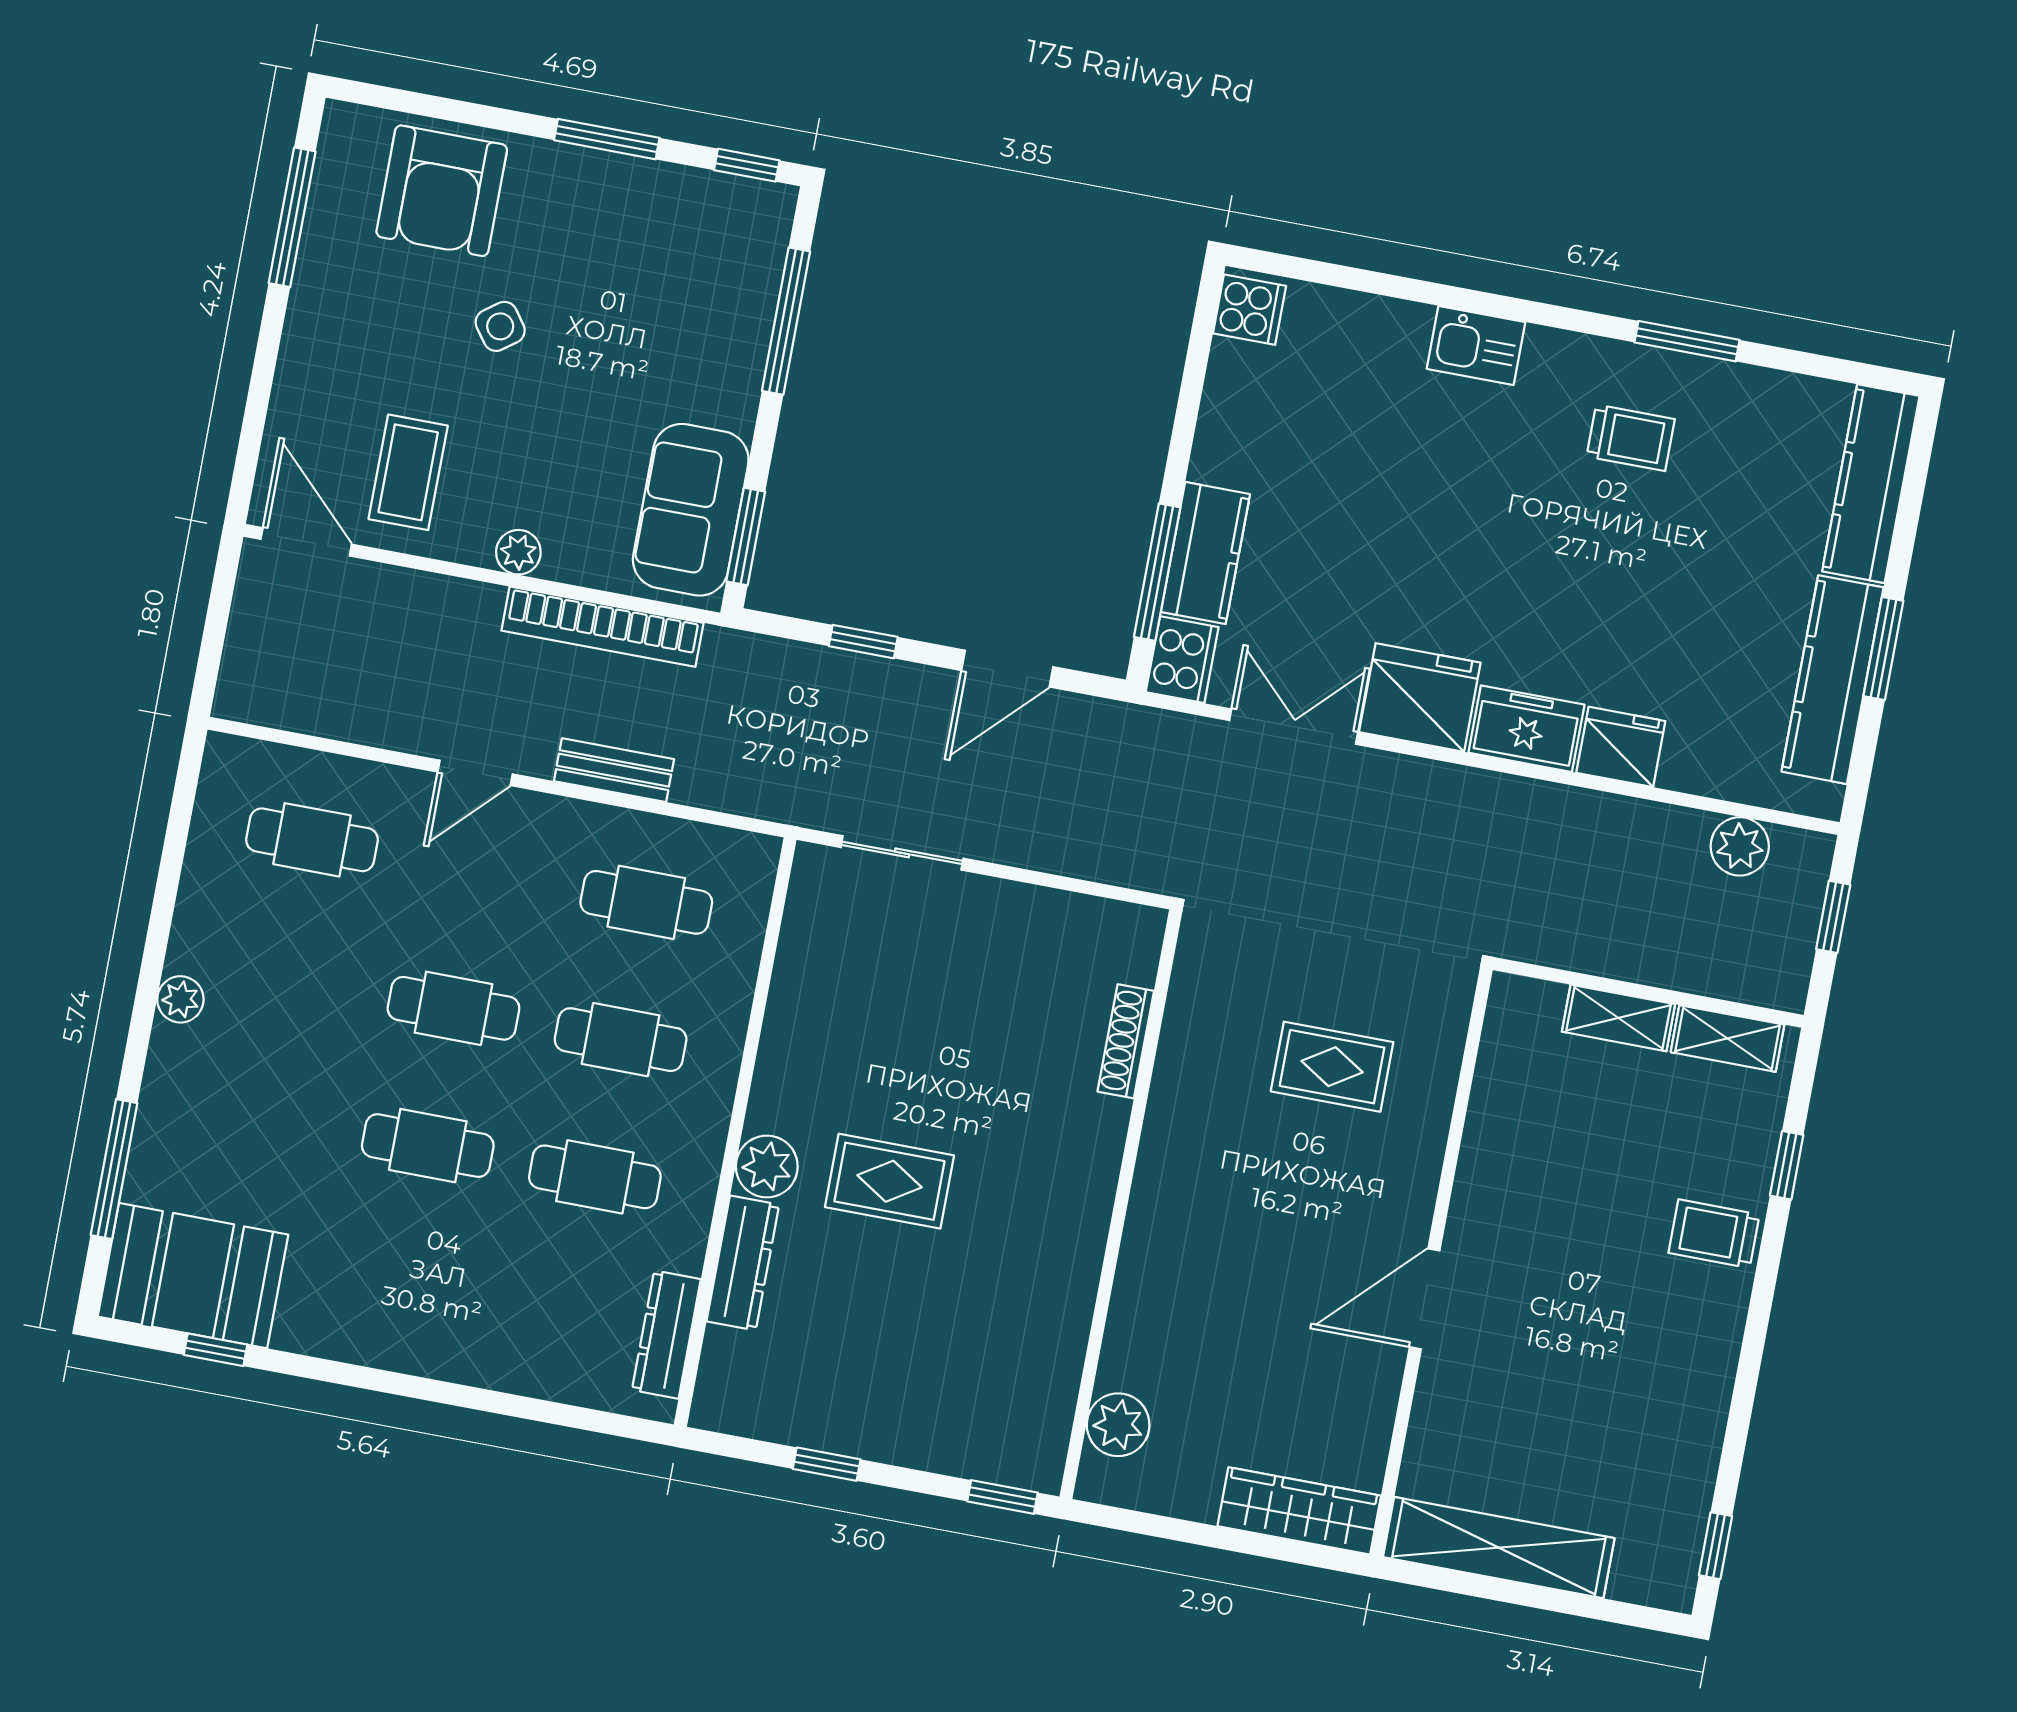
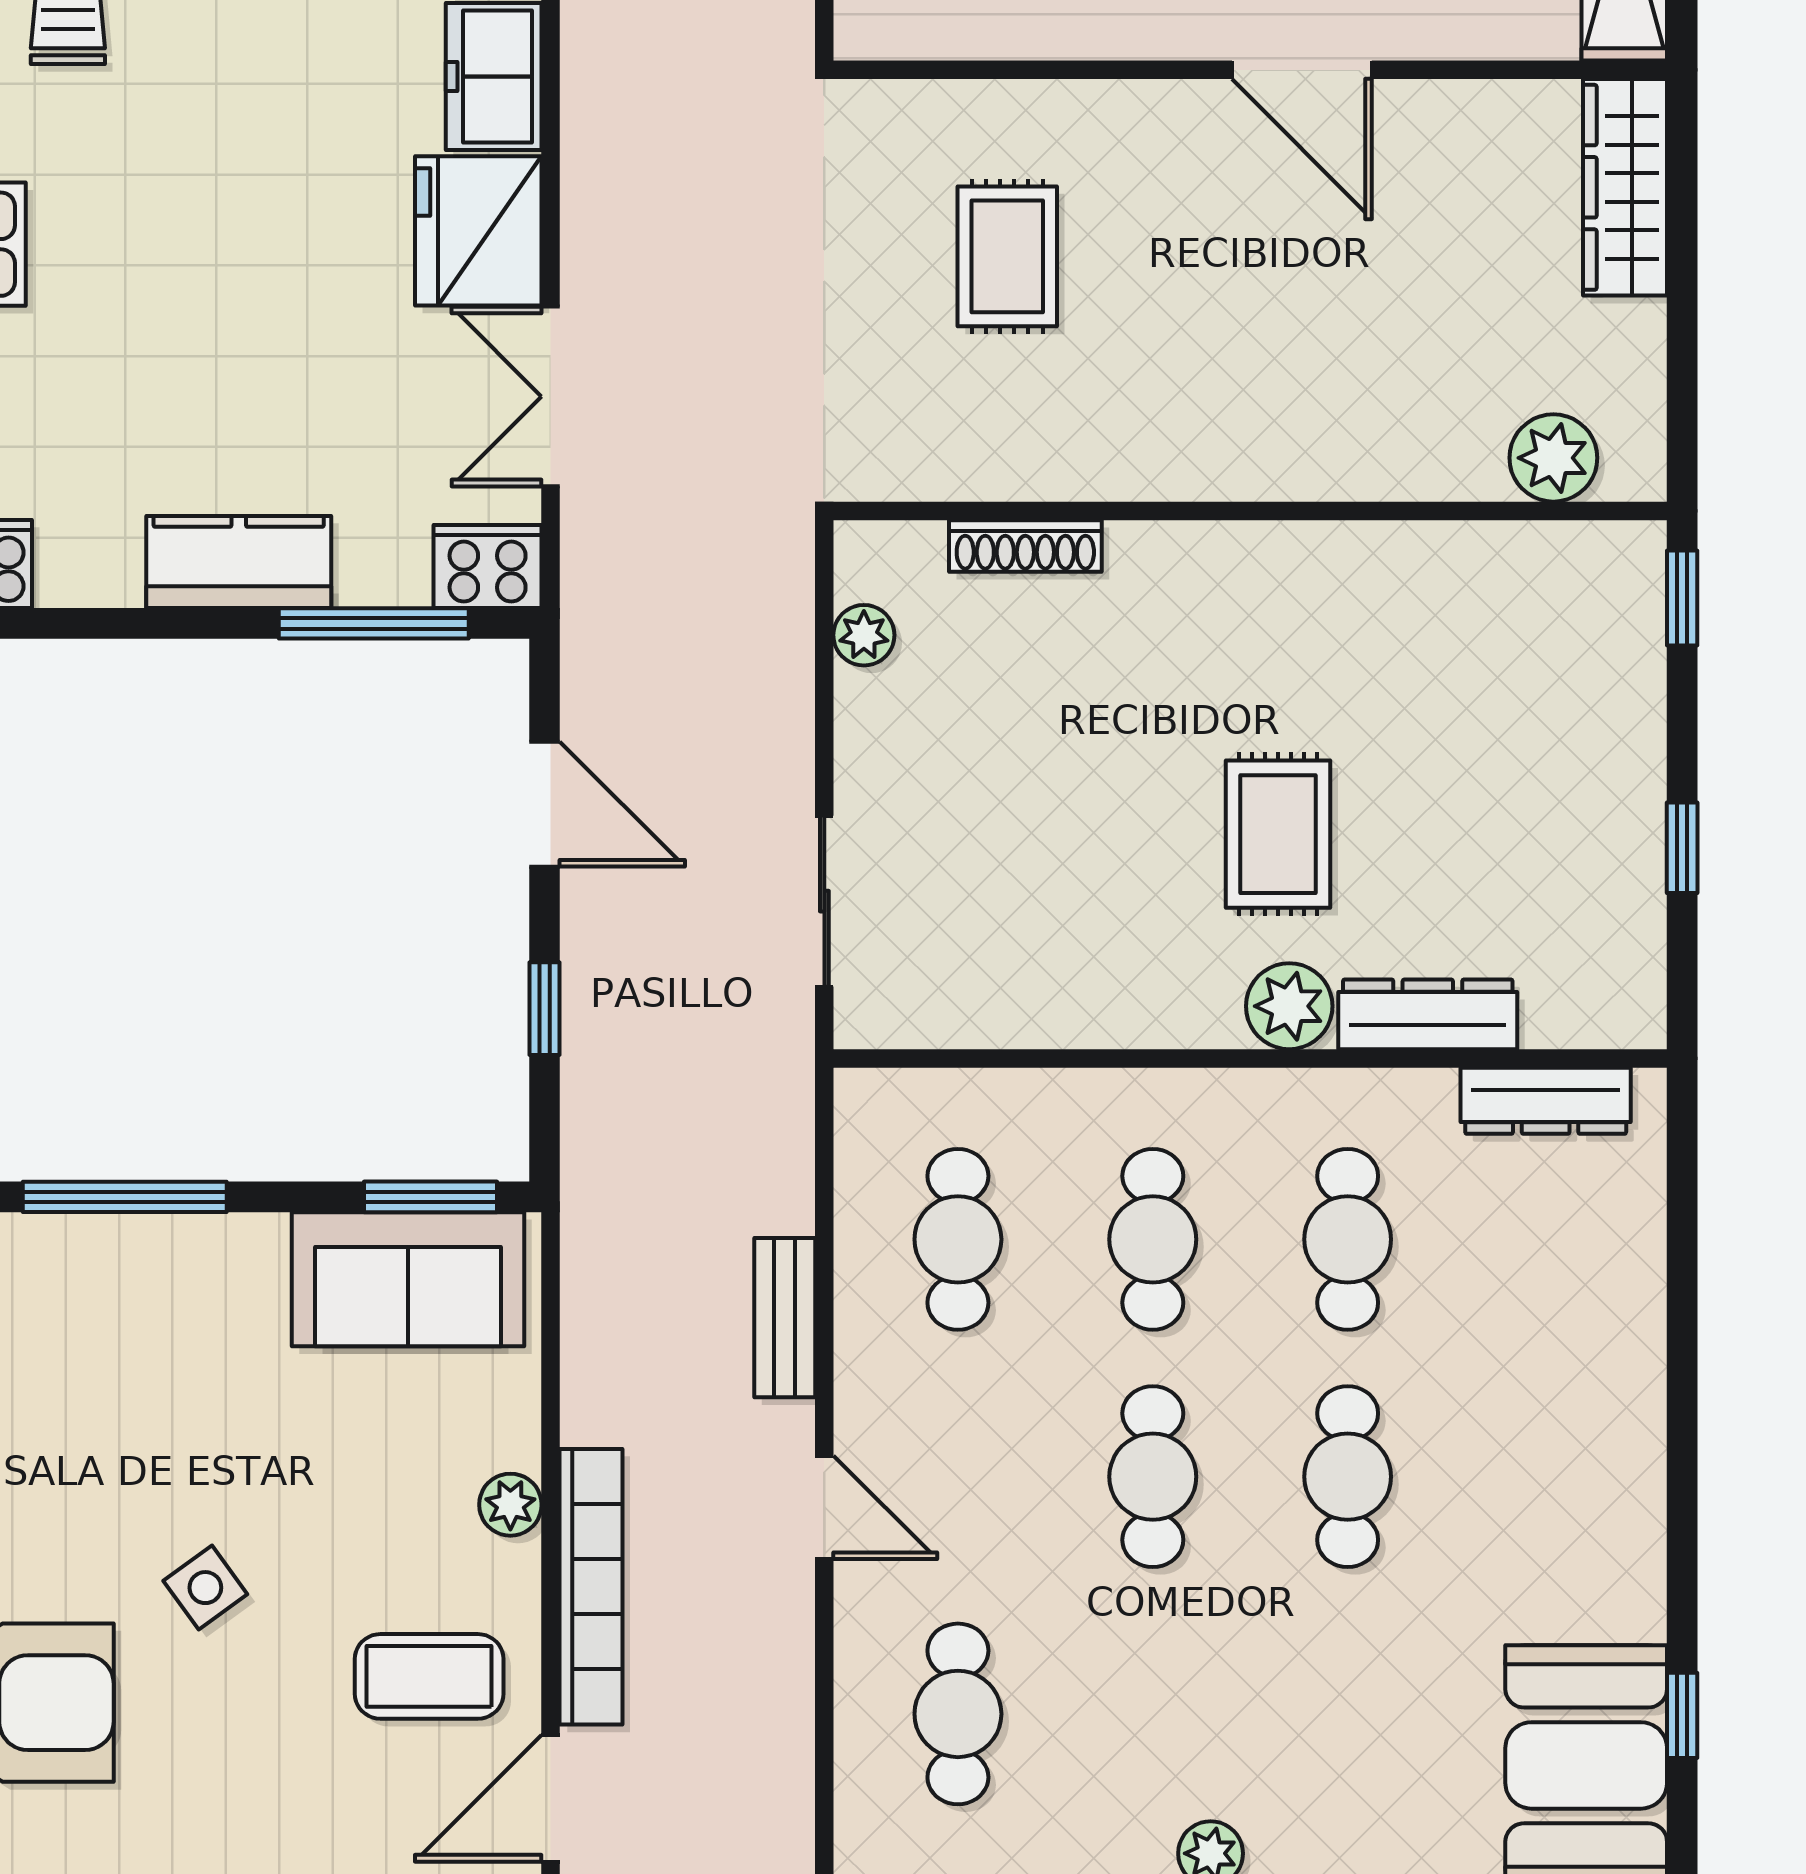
kitchen counter: (1205, 553) -> (239, 562), moved
bookcase: (602, 627) -> (591, 1587), moved
plant: (1084, 916) -> (864, 635), added

